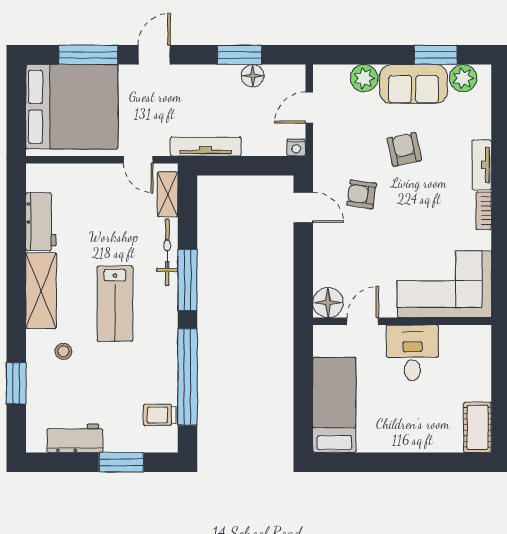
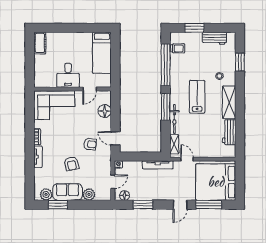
floor lamp: (253, 76) -> (125, 196), moved
floor lamp: (328, 302) -> (105, 111), moved

